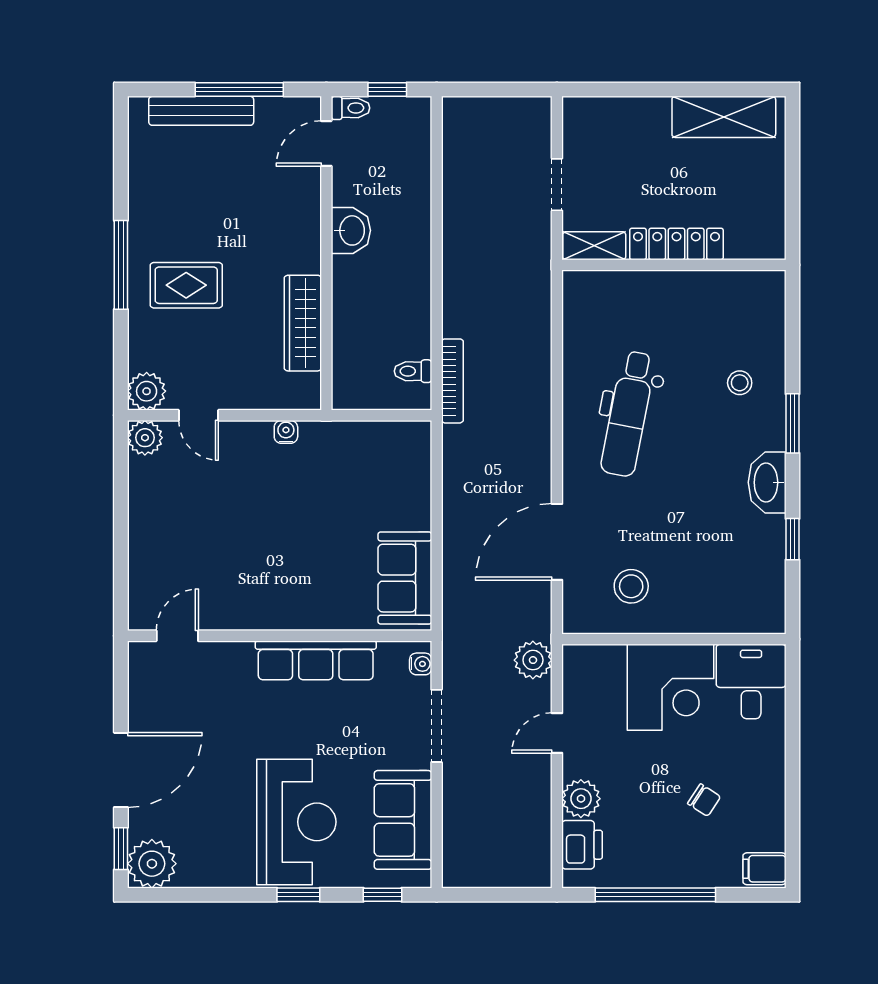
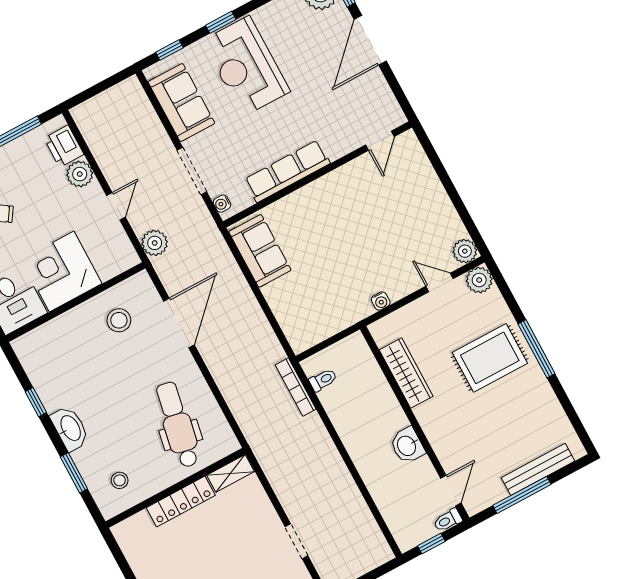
locker: (676, 244) -> (181, 501), moved
shelving: (594, 246) -> (230, 473), moved
wall: (674, 265) -> (175, 488), moved
rug: (186, 285) -> (490, 358), width x1.36, depth x1.43

